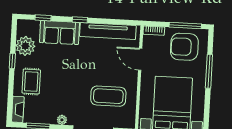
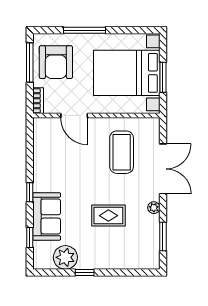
tv unit: (108, 31) -> (42, 157), removed
door: (140, 59) -> (74, 116), hinge flipped
rug: (31, 81) -> (108, 216), moved
fireplace: (18, 109) -> (144, 262), removed

